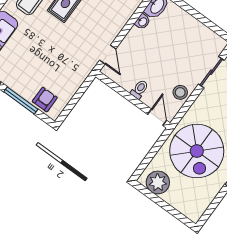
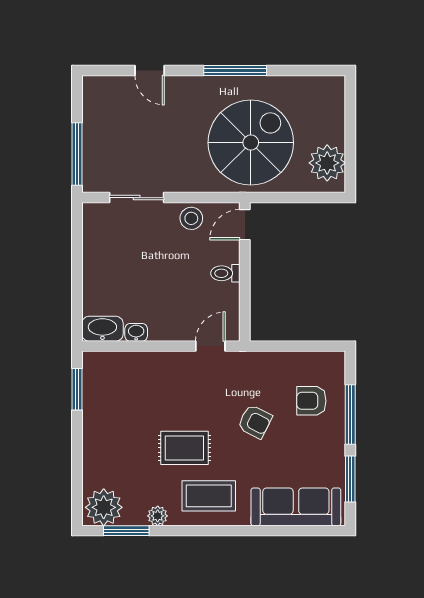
armchair: (53, 49) -> (255, 422), added
armchair: (45, 100) -> (311, 401), moved

